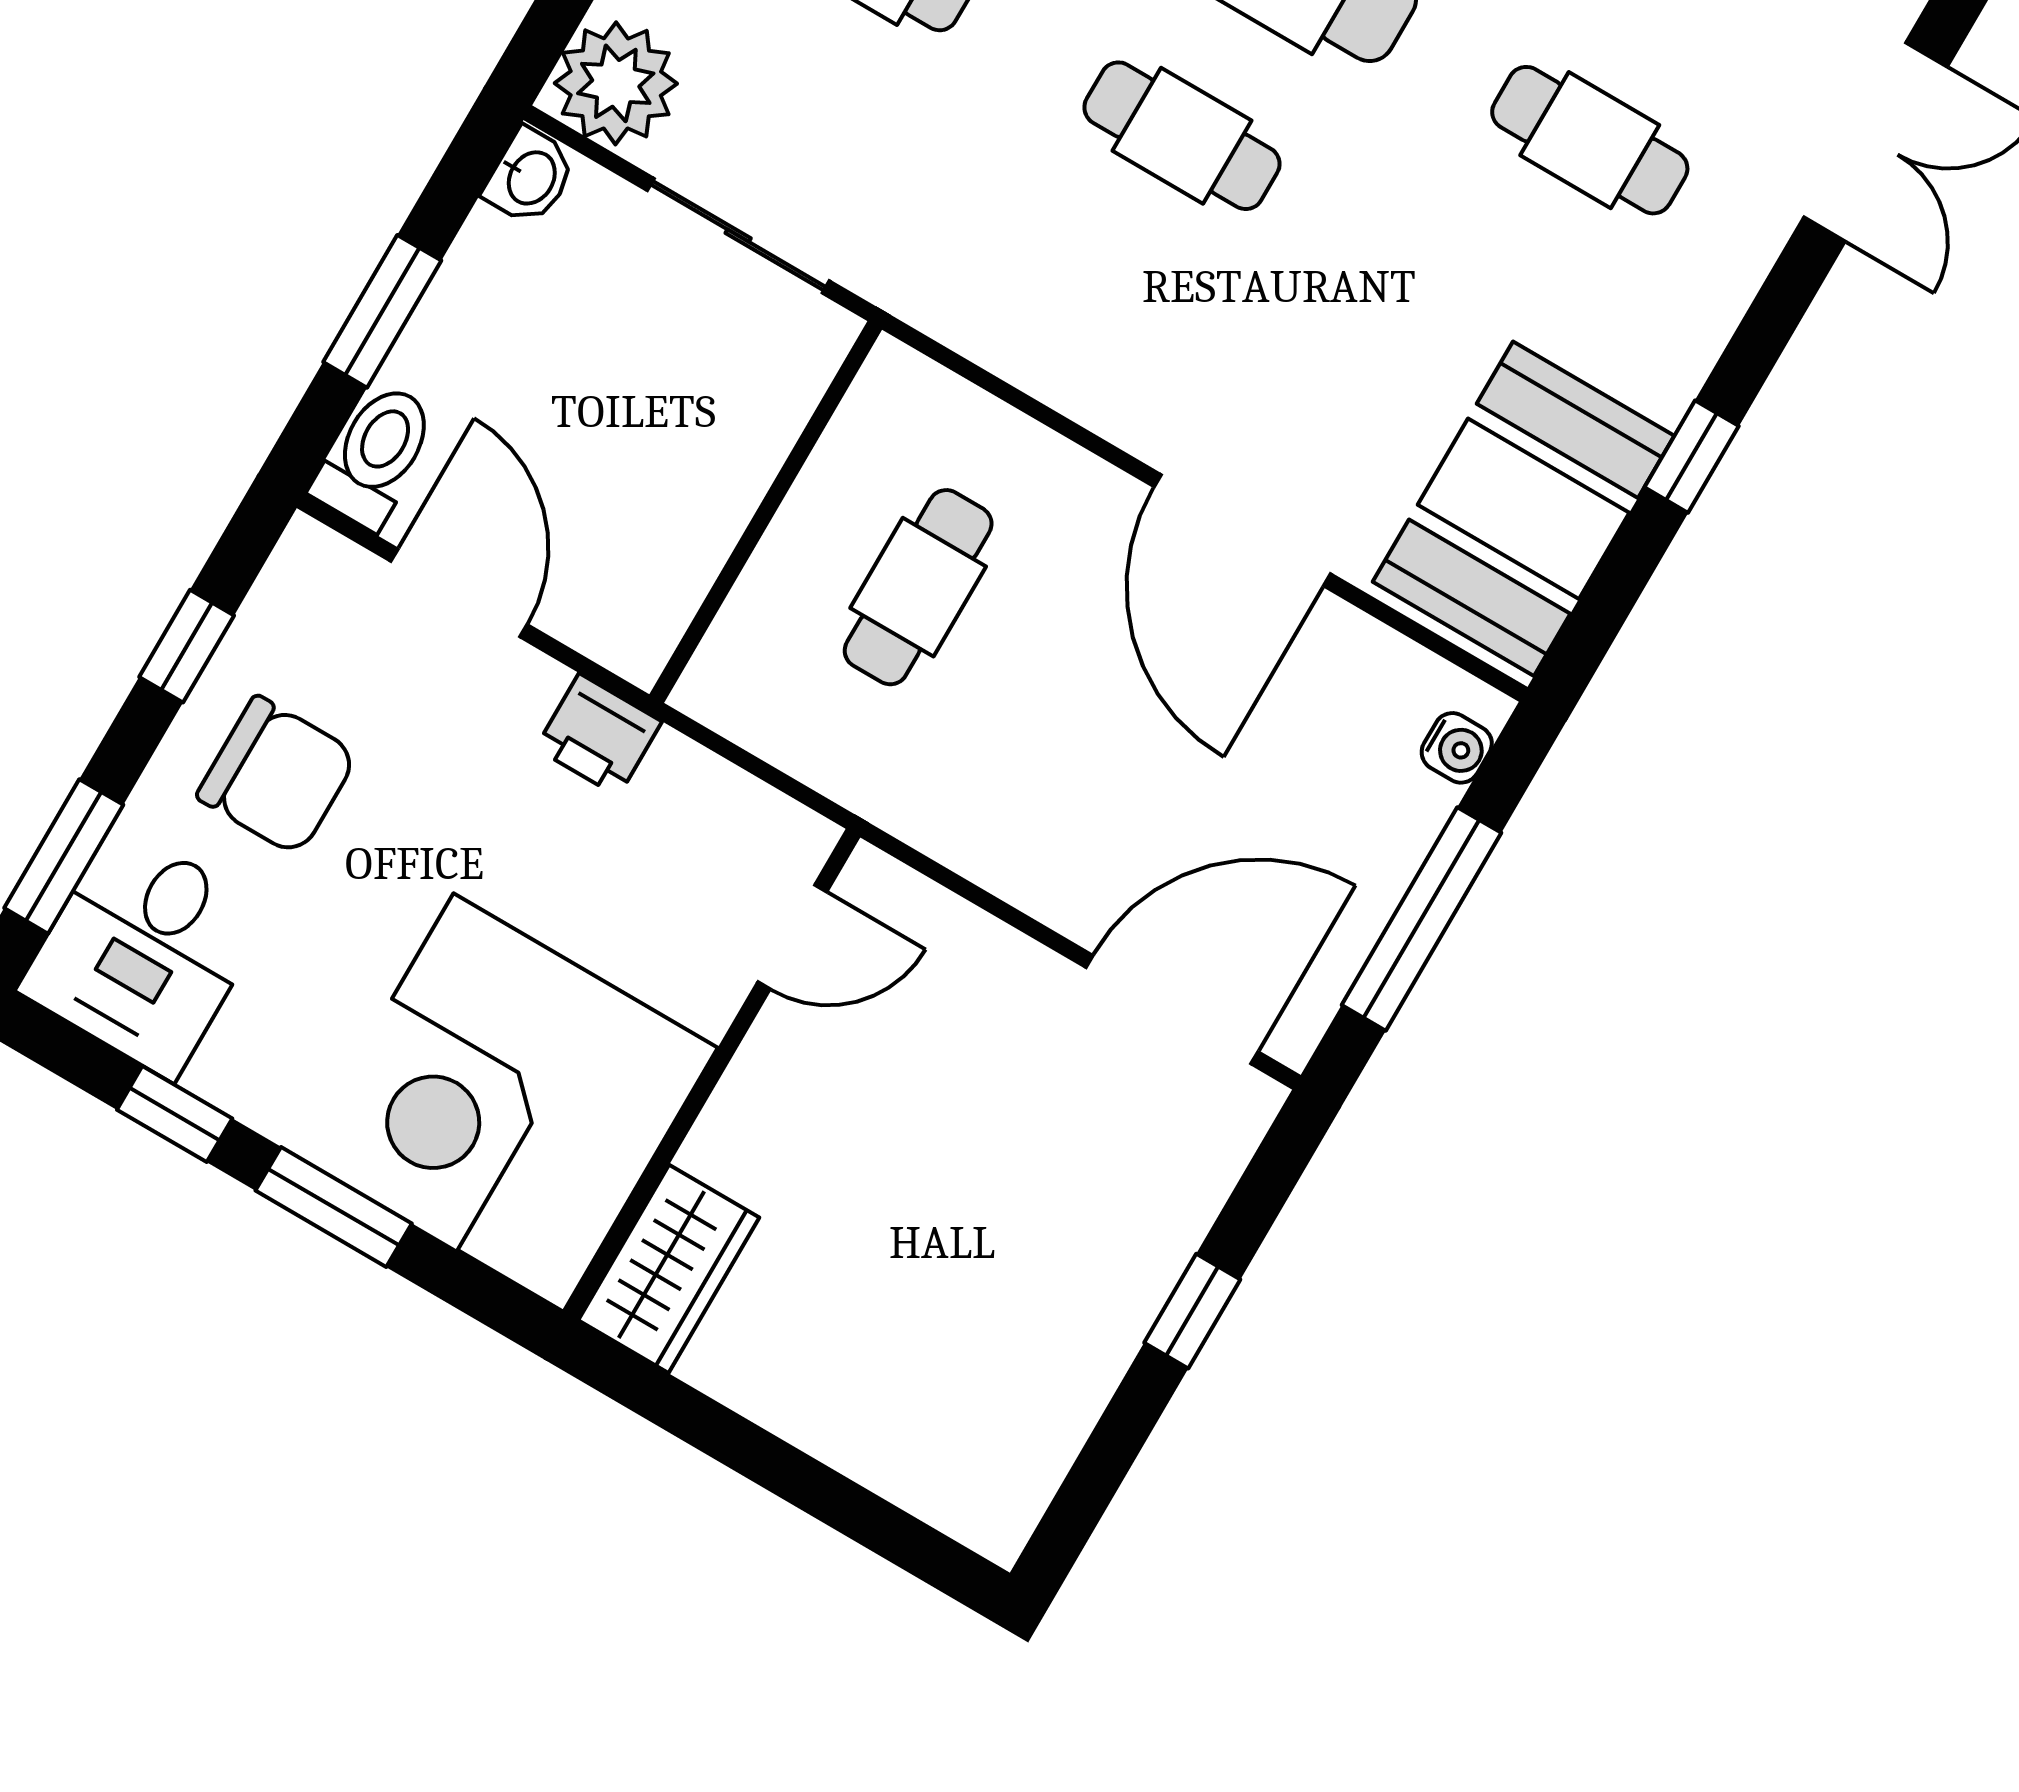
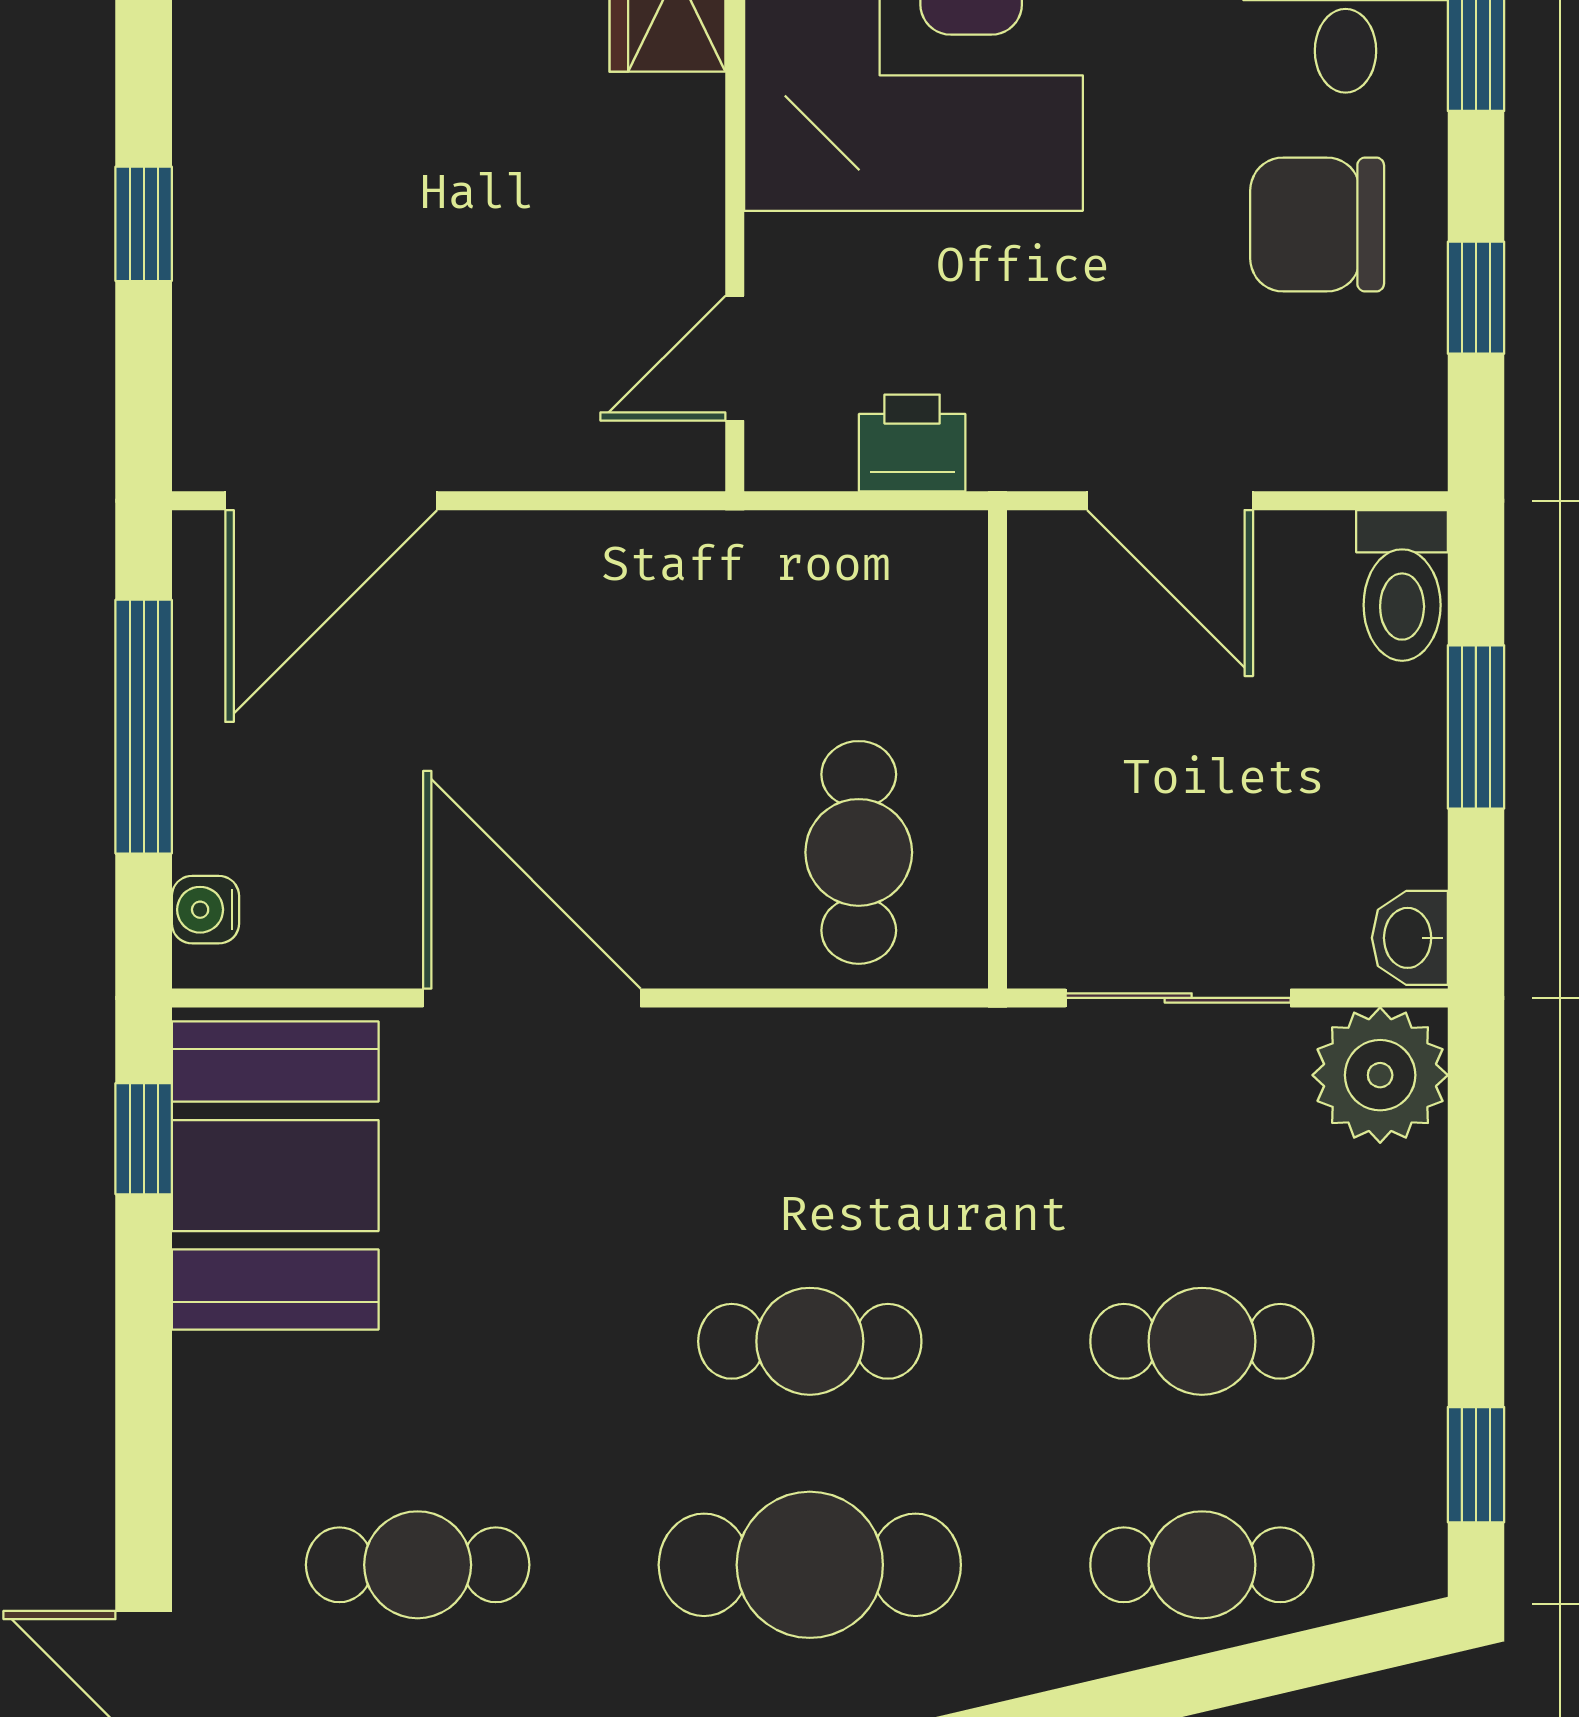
window: (1692, 457) -> (144, 1139), moved
cafe table: (918, 587) -> (859, 852), moved
door: (459, 593) -> (1170, 501), moved
printer: (599, 735) -> (912, 443), moved

